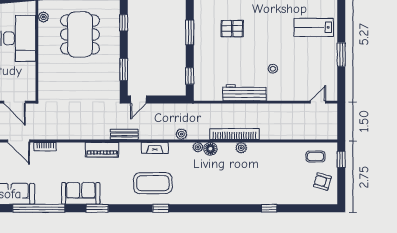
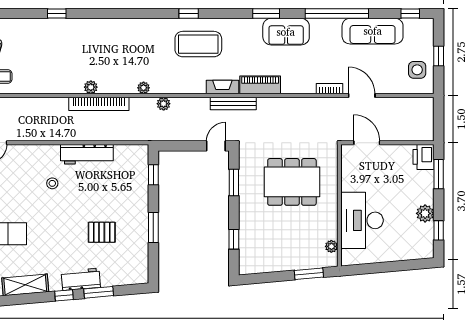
dining table: (80, 34) -> (292, 182), moved, turned 90
bench: (124, 134) -> (233, 103), width x1.36
fireplace: (155, 148) -> (222, 87), moved
floor lamp: (210, 149) -> (128, 86), removed

